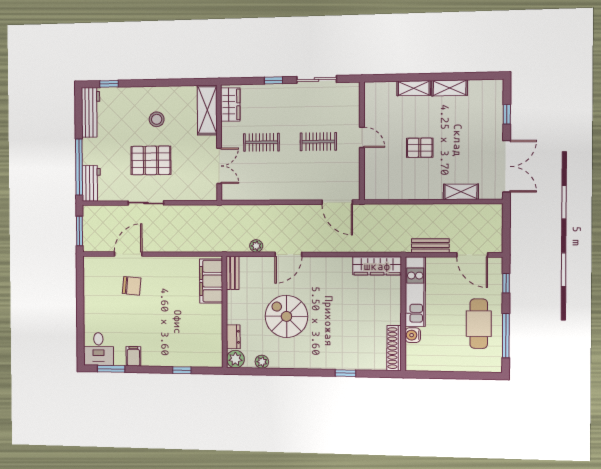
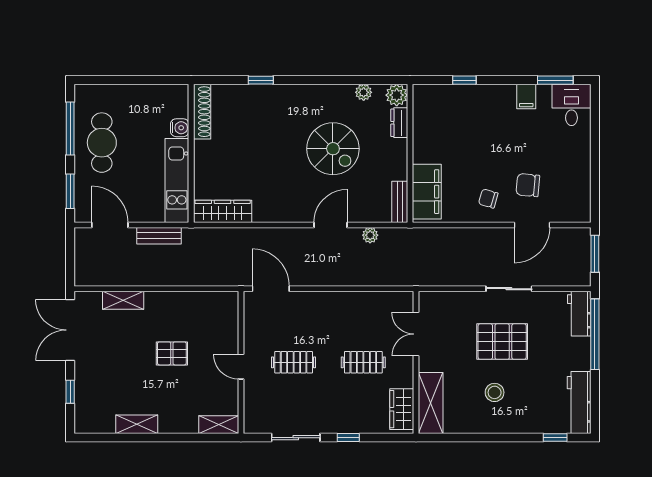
shelving: (414, 88) -> (219, 425), moved
chair: (163, 275) -> (488, 199), added
window: (506, 283) -> (70, 191), width x1.50

